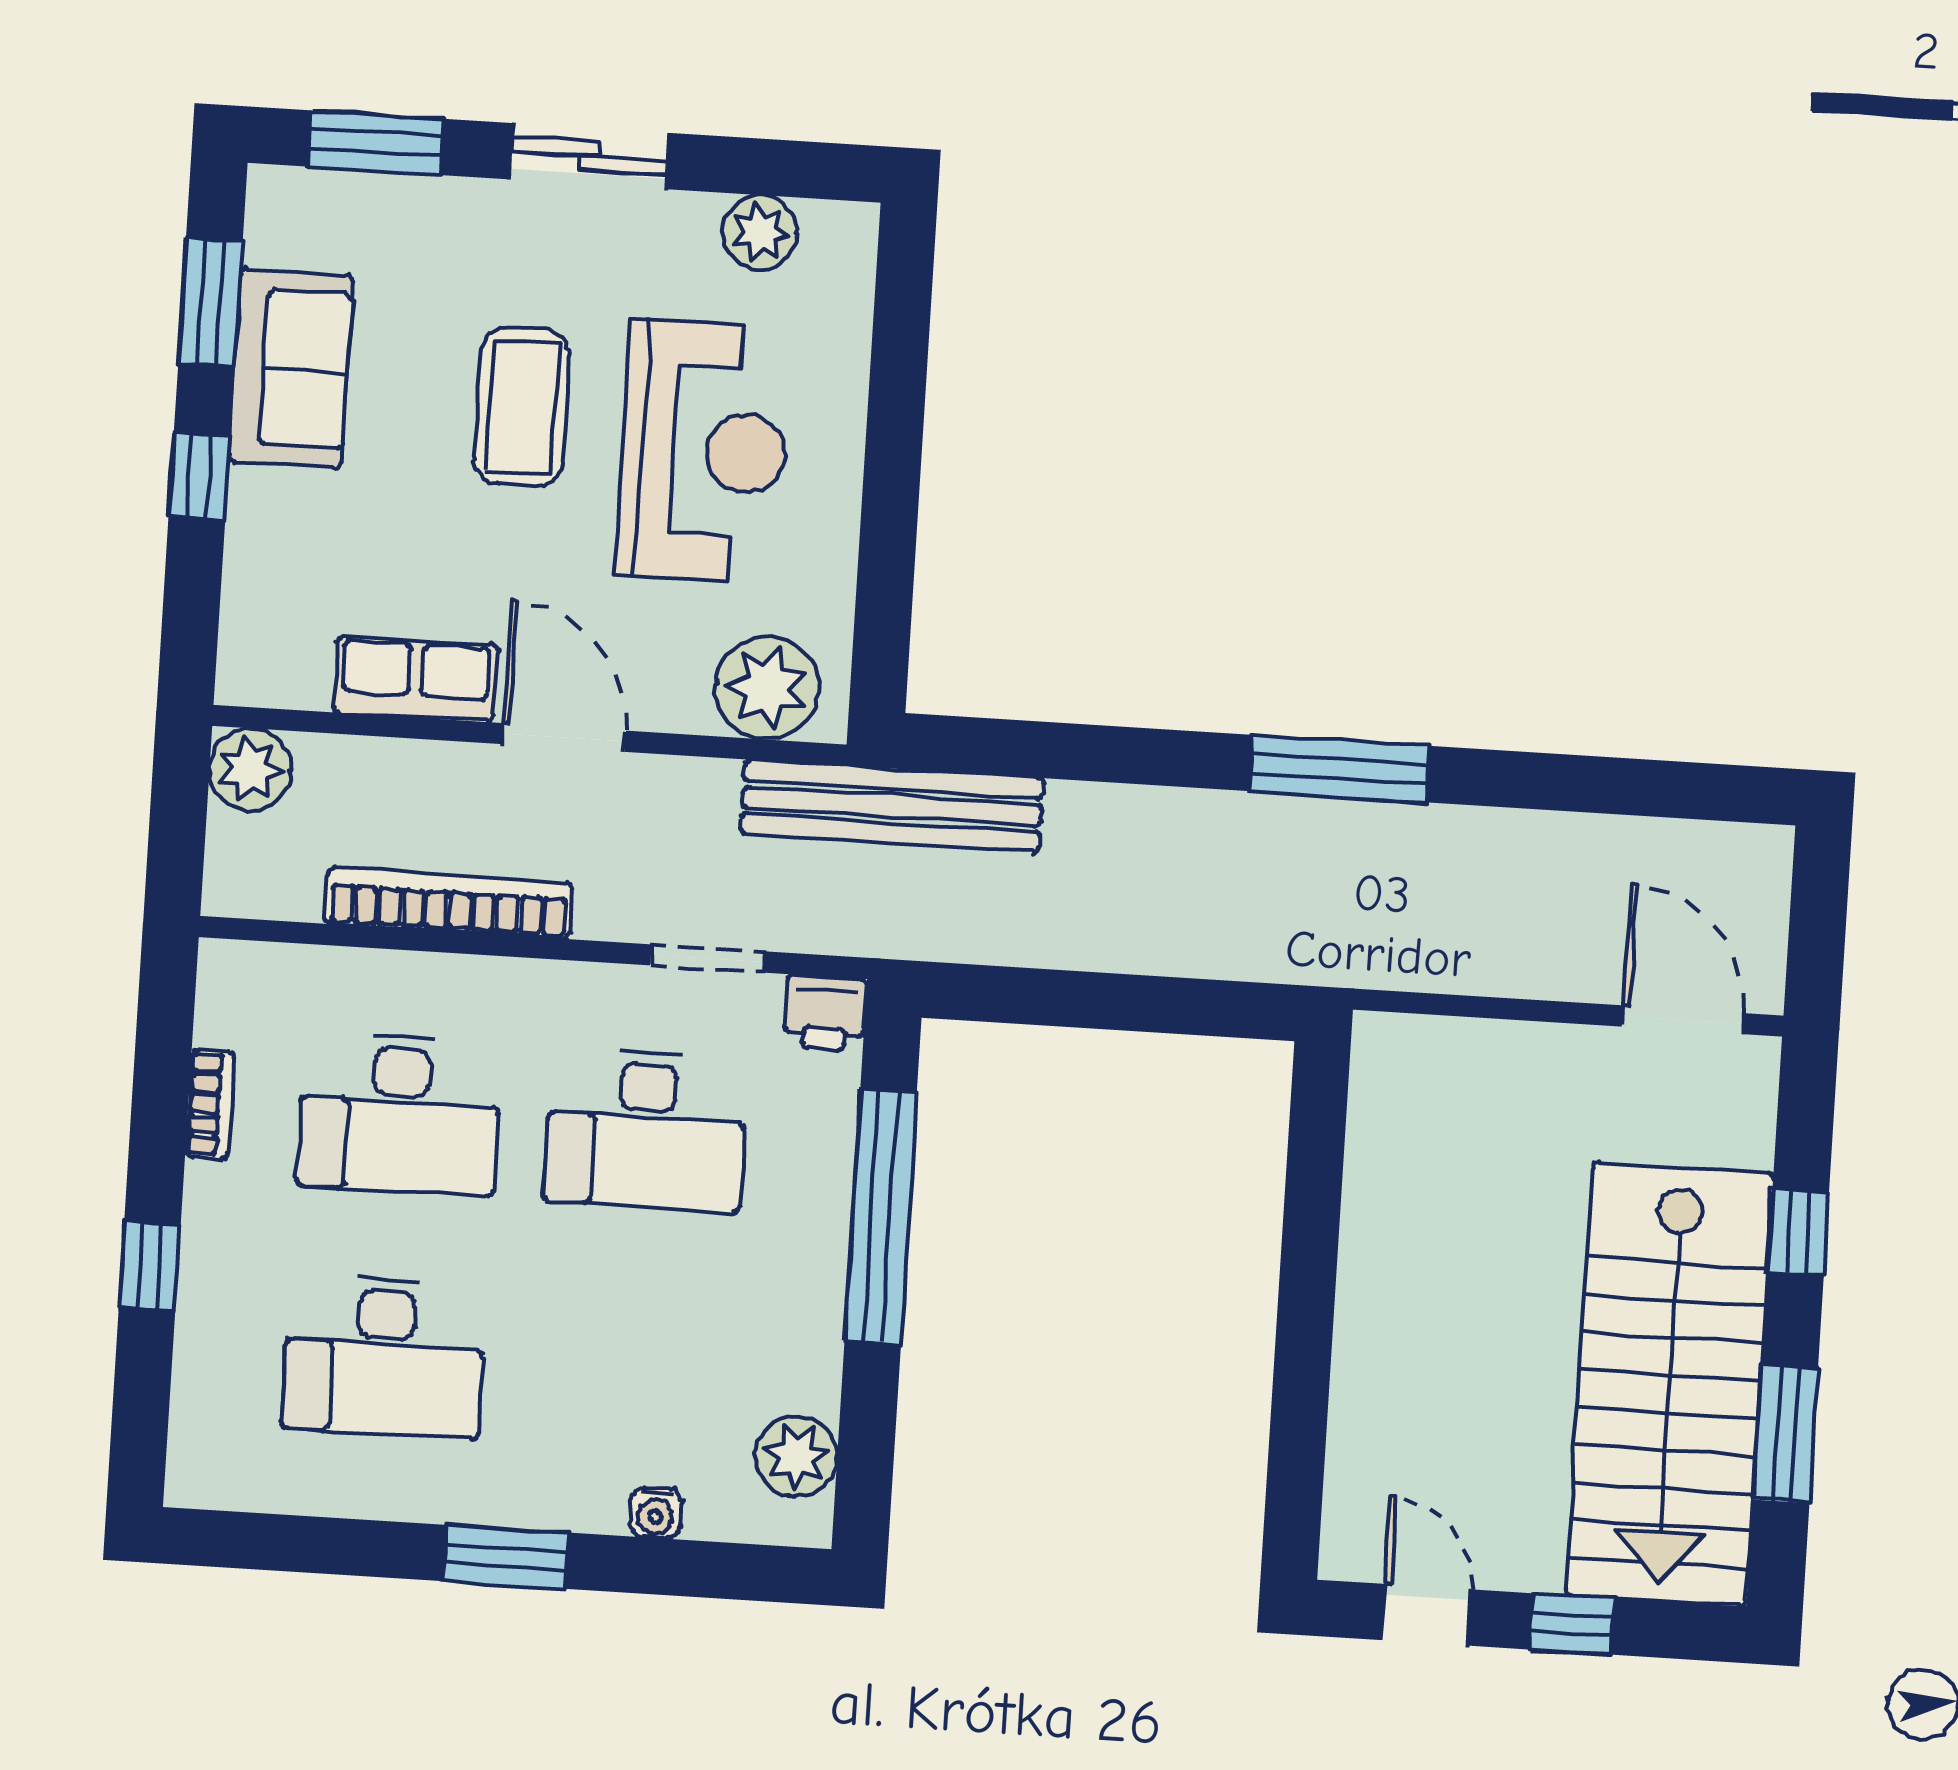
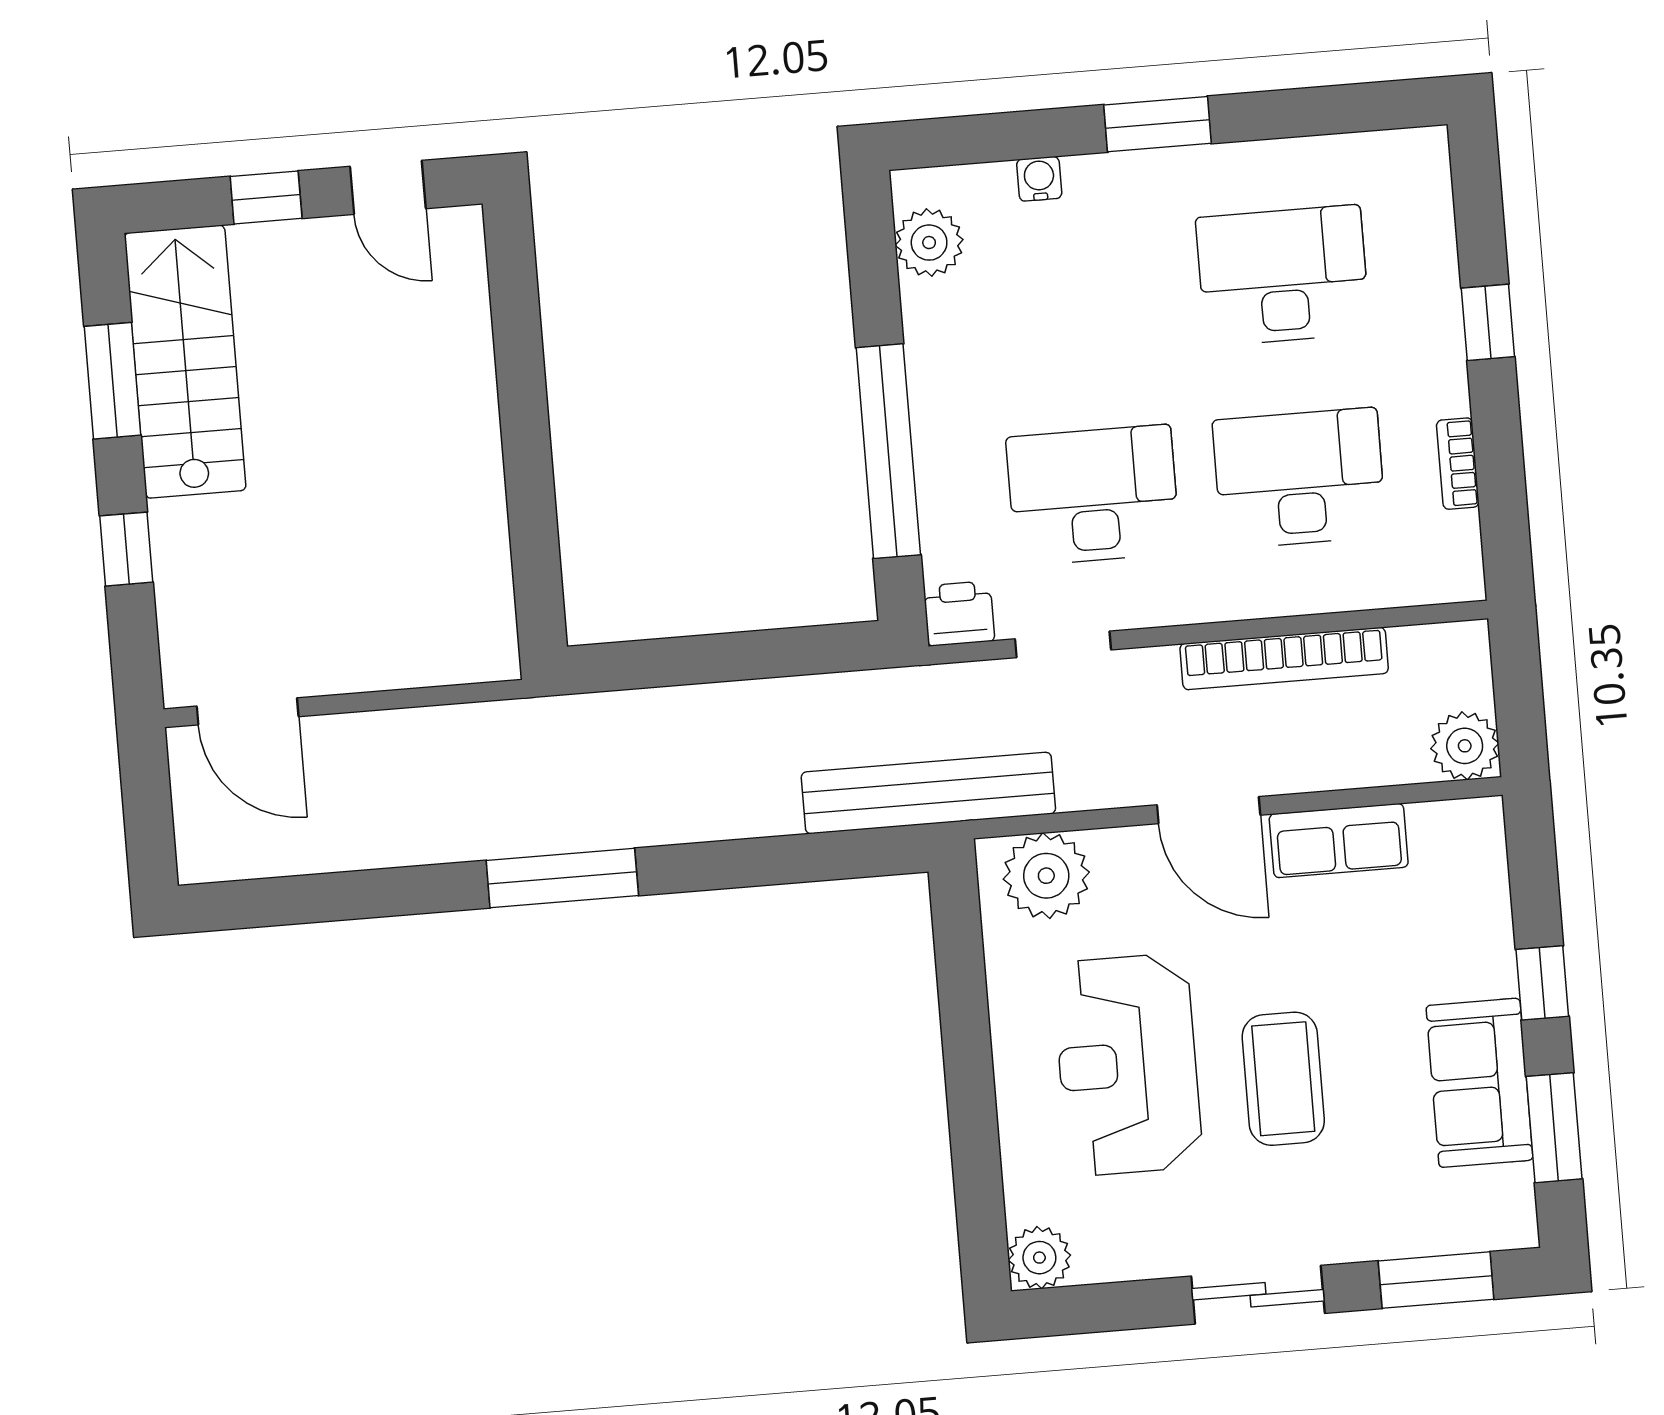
plant: (760, 233) -> (1039, 1258), moved
stairs: (1670, 1384) -> (185, 362), width x0.73, depth x0.66

